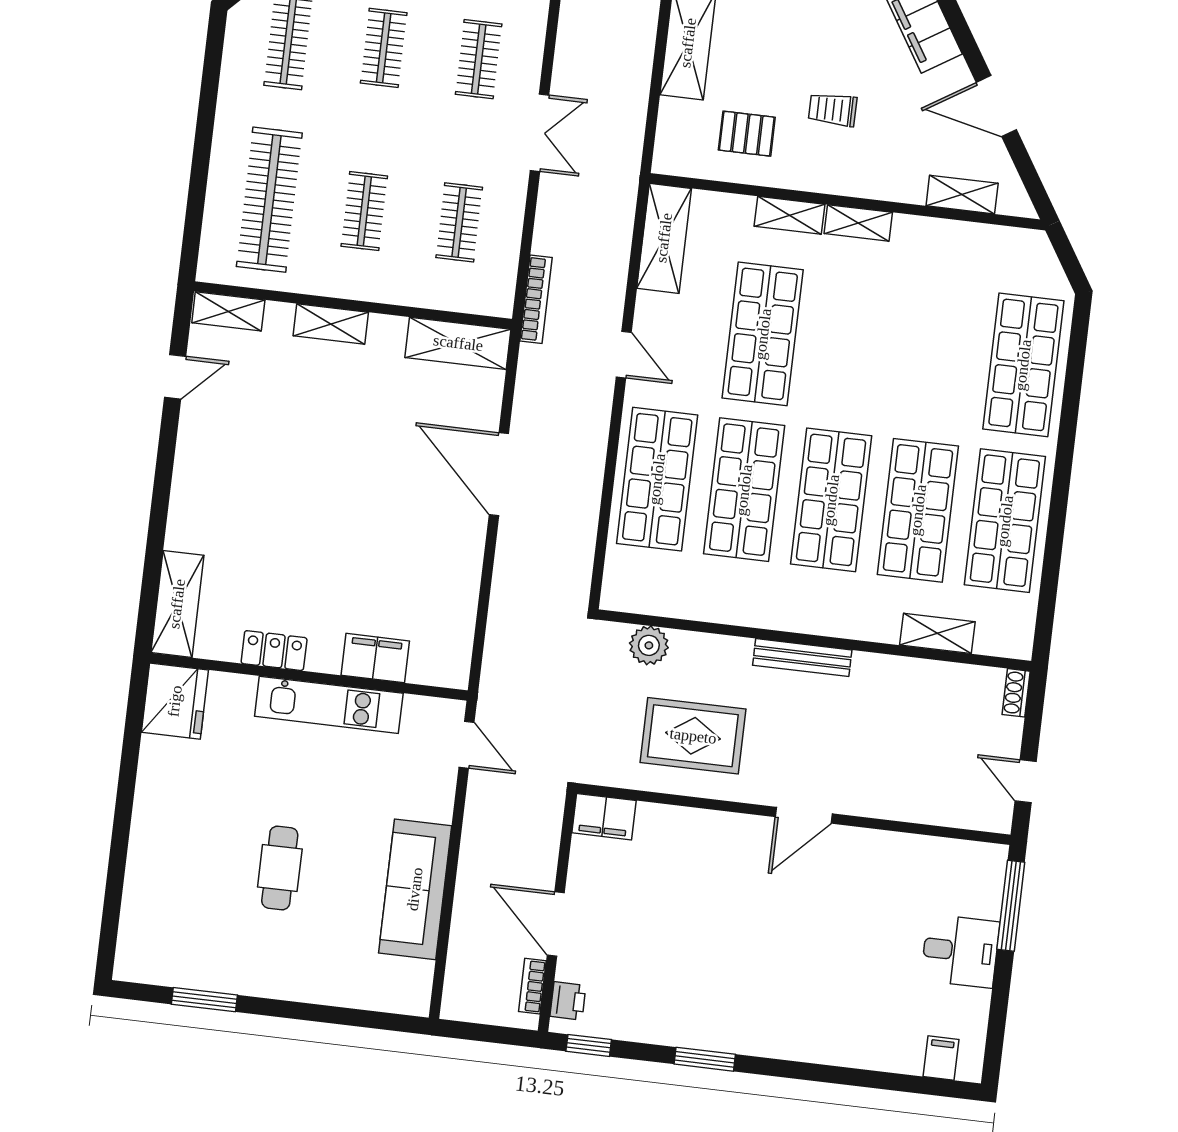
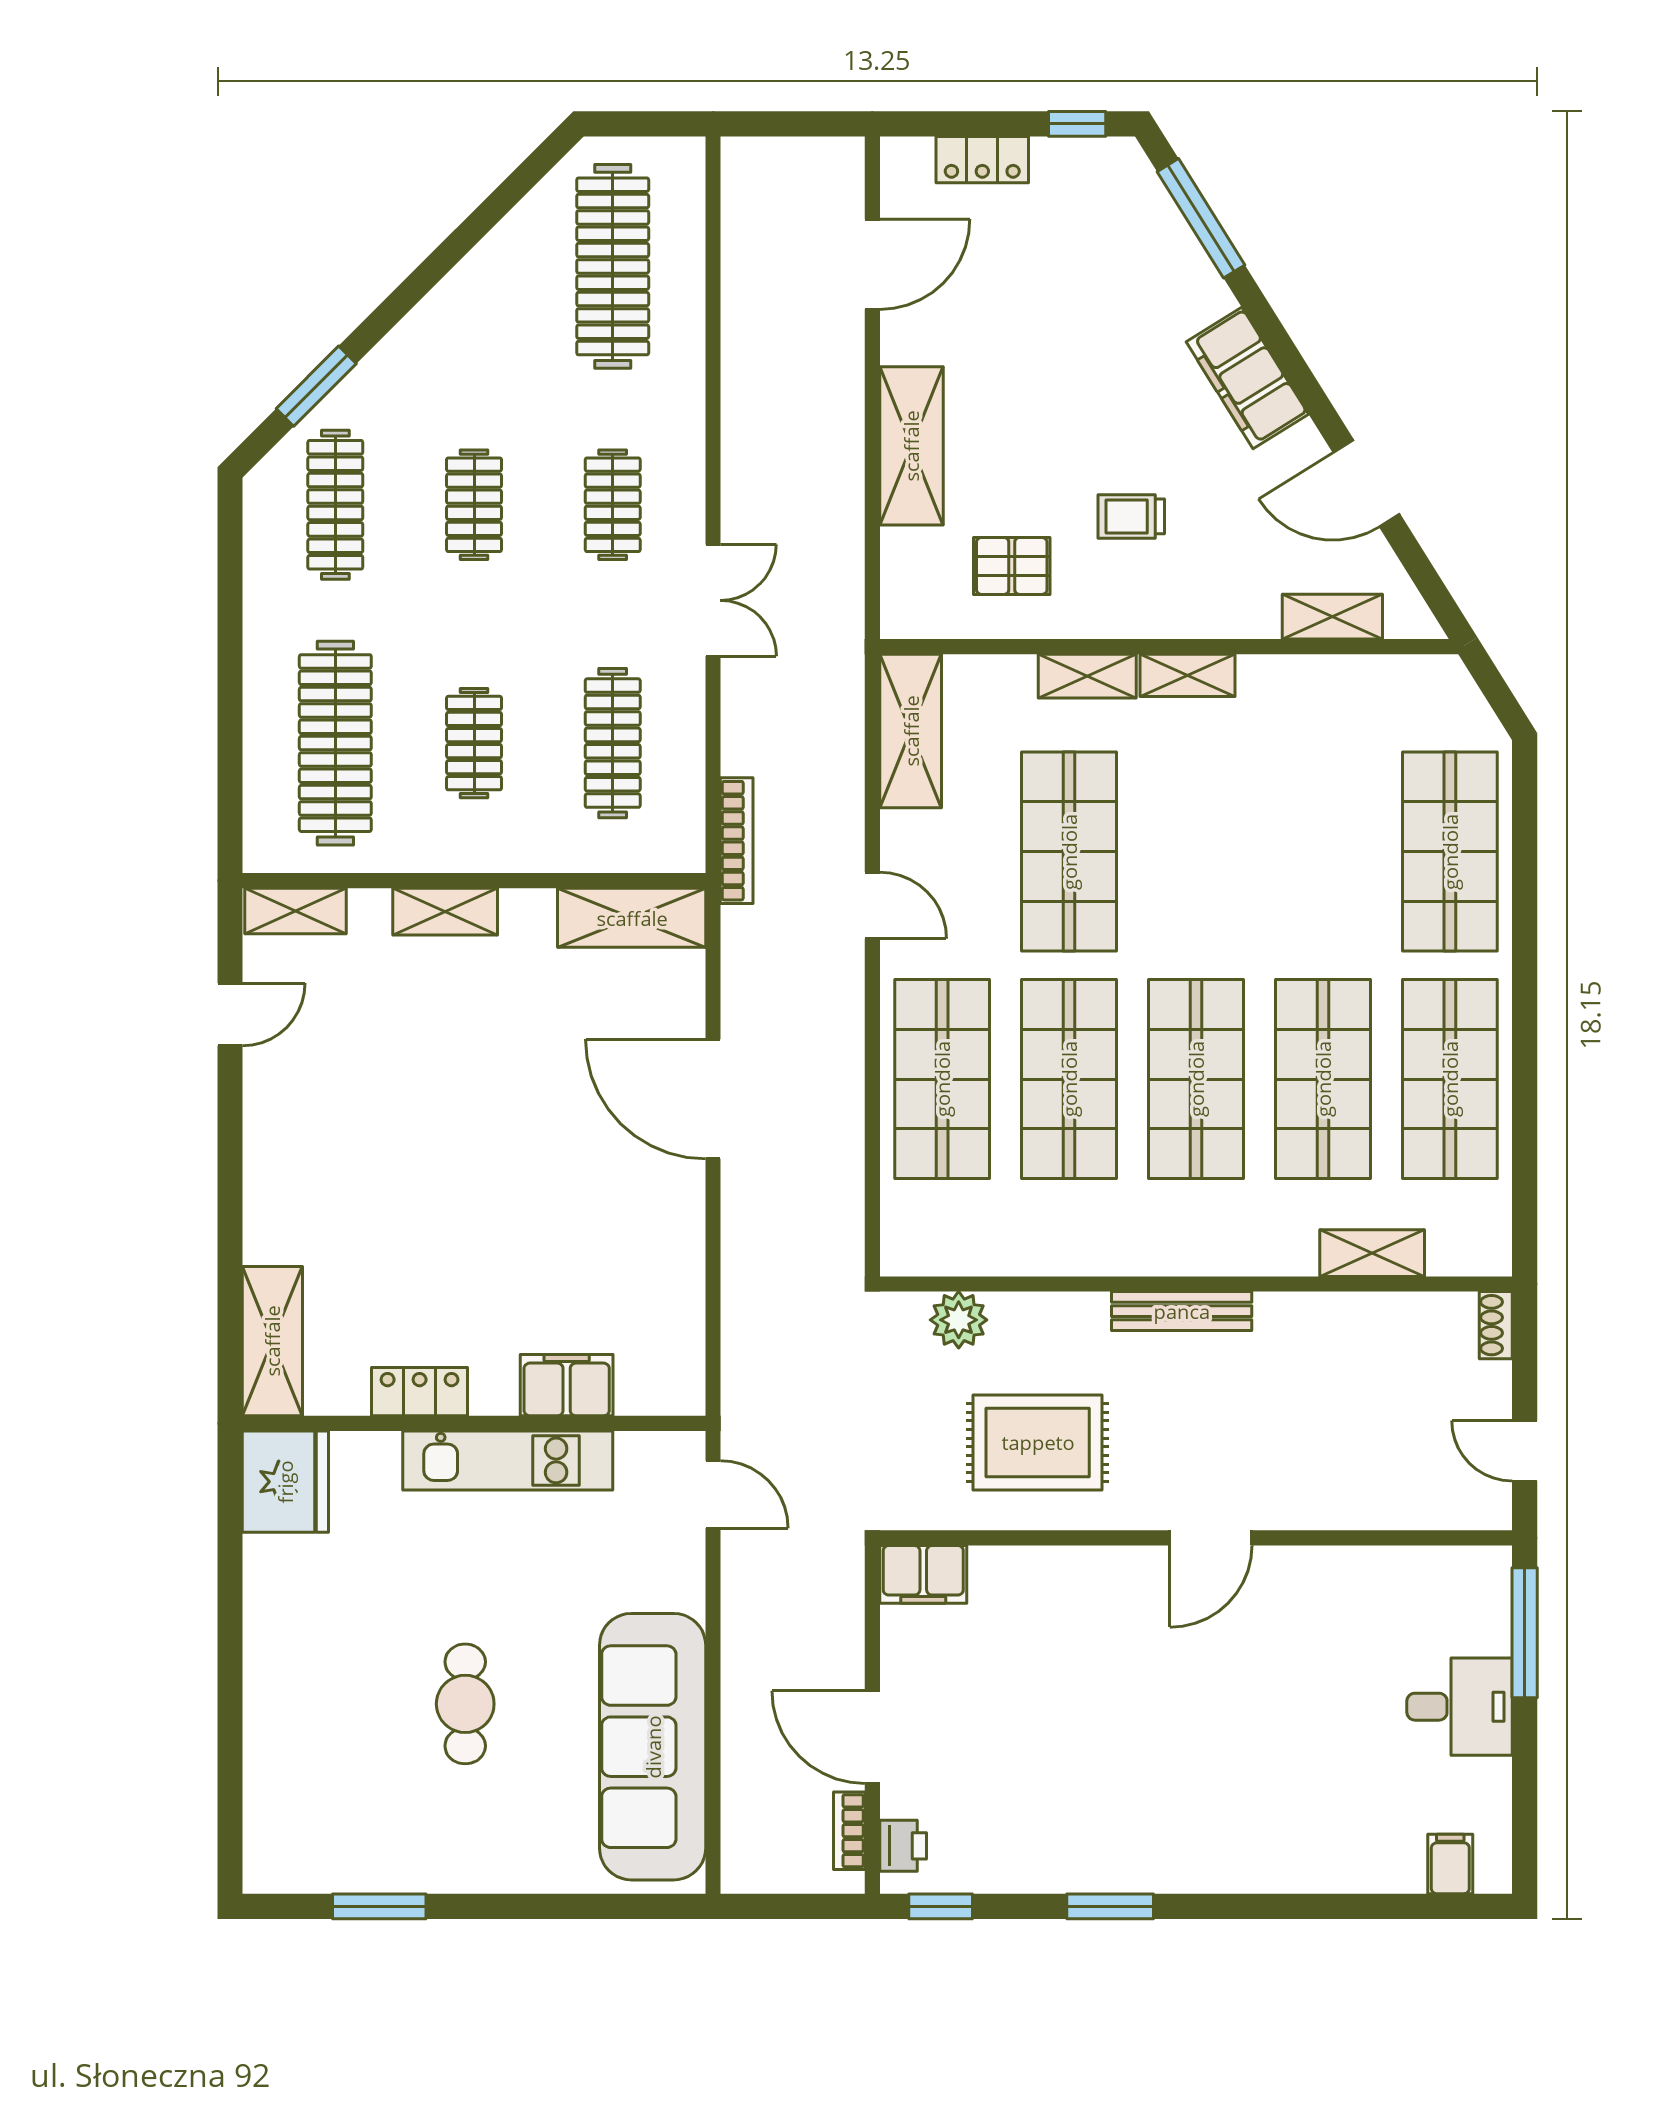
clothes rail: (459, 222) -> (613, 743), width x1.36
sofa: (415, 889) -> (653, 1747), width x1.36, depth x1.27

